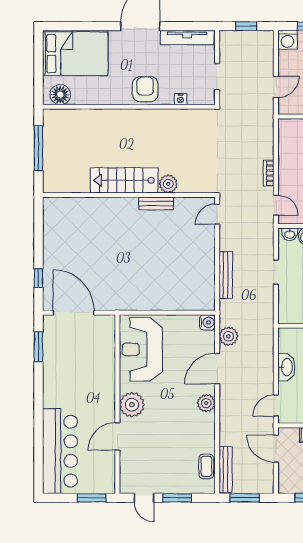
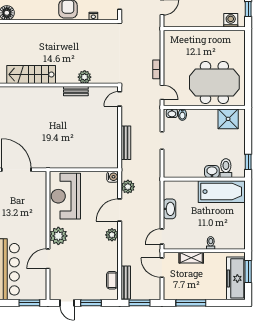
stairs: (124, 180) -> (31, 75), moved

